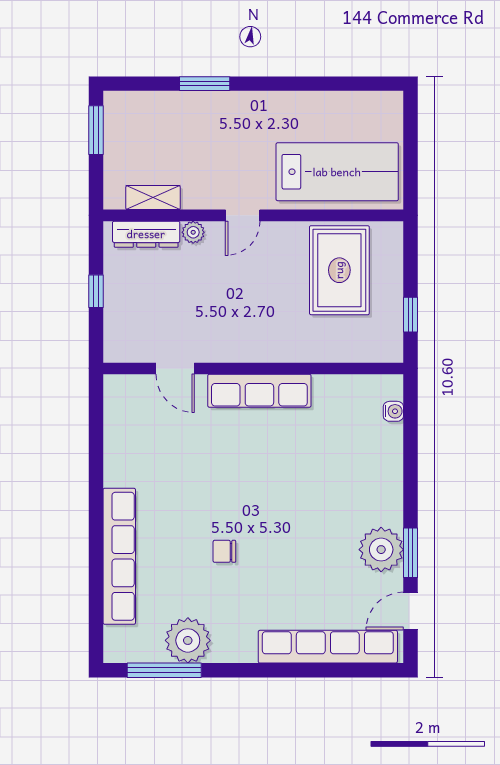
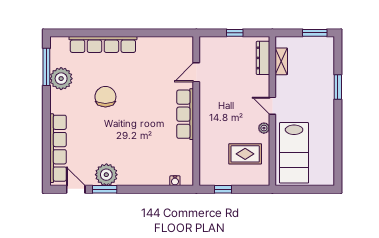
plant: (193, 232) -> (264, 128), moved
rug: (339, 270) -> (245, 154), width x0.73, depth x0.70
chair: (224, 551) -> (105, 97), width x1.87, depth x1.87

